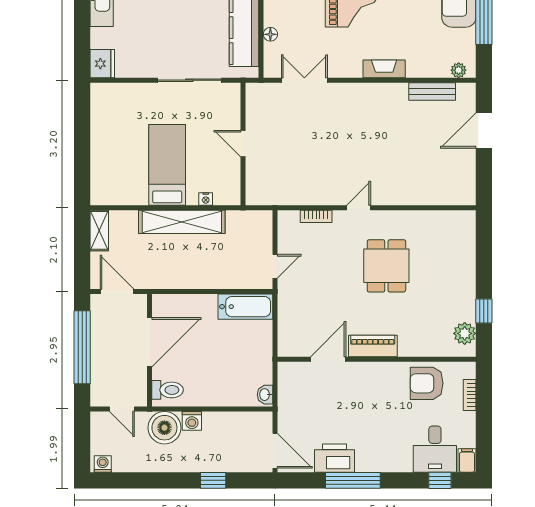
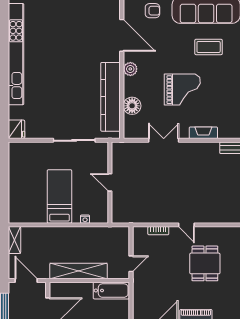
floor lamp: (270, 34) -> (132, 106), width x1.89, depth x1.89
double door: (304, 80) -> (164, 140), moved
door: (359, 208) -> (186, 225), swing flipped
shelving: (182, 222) -> (79, 271), moved

